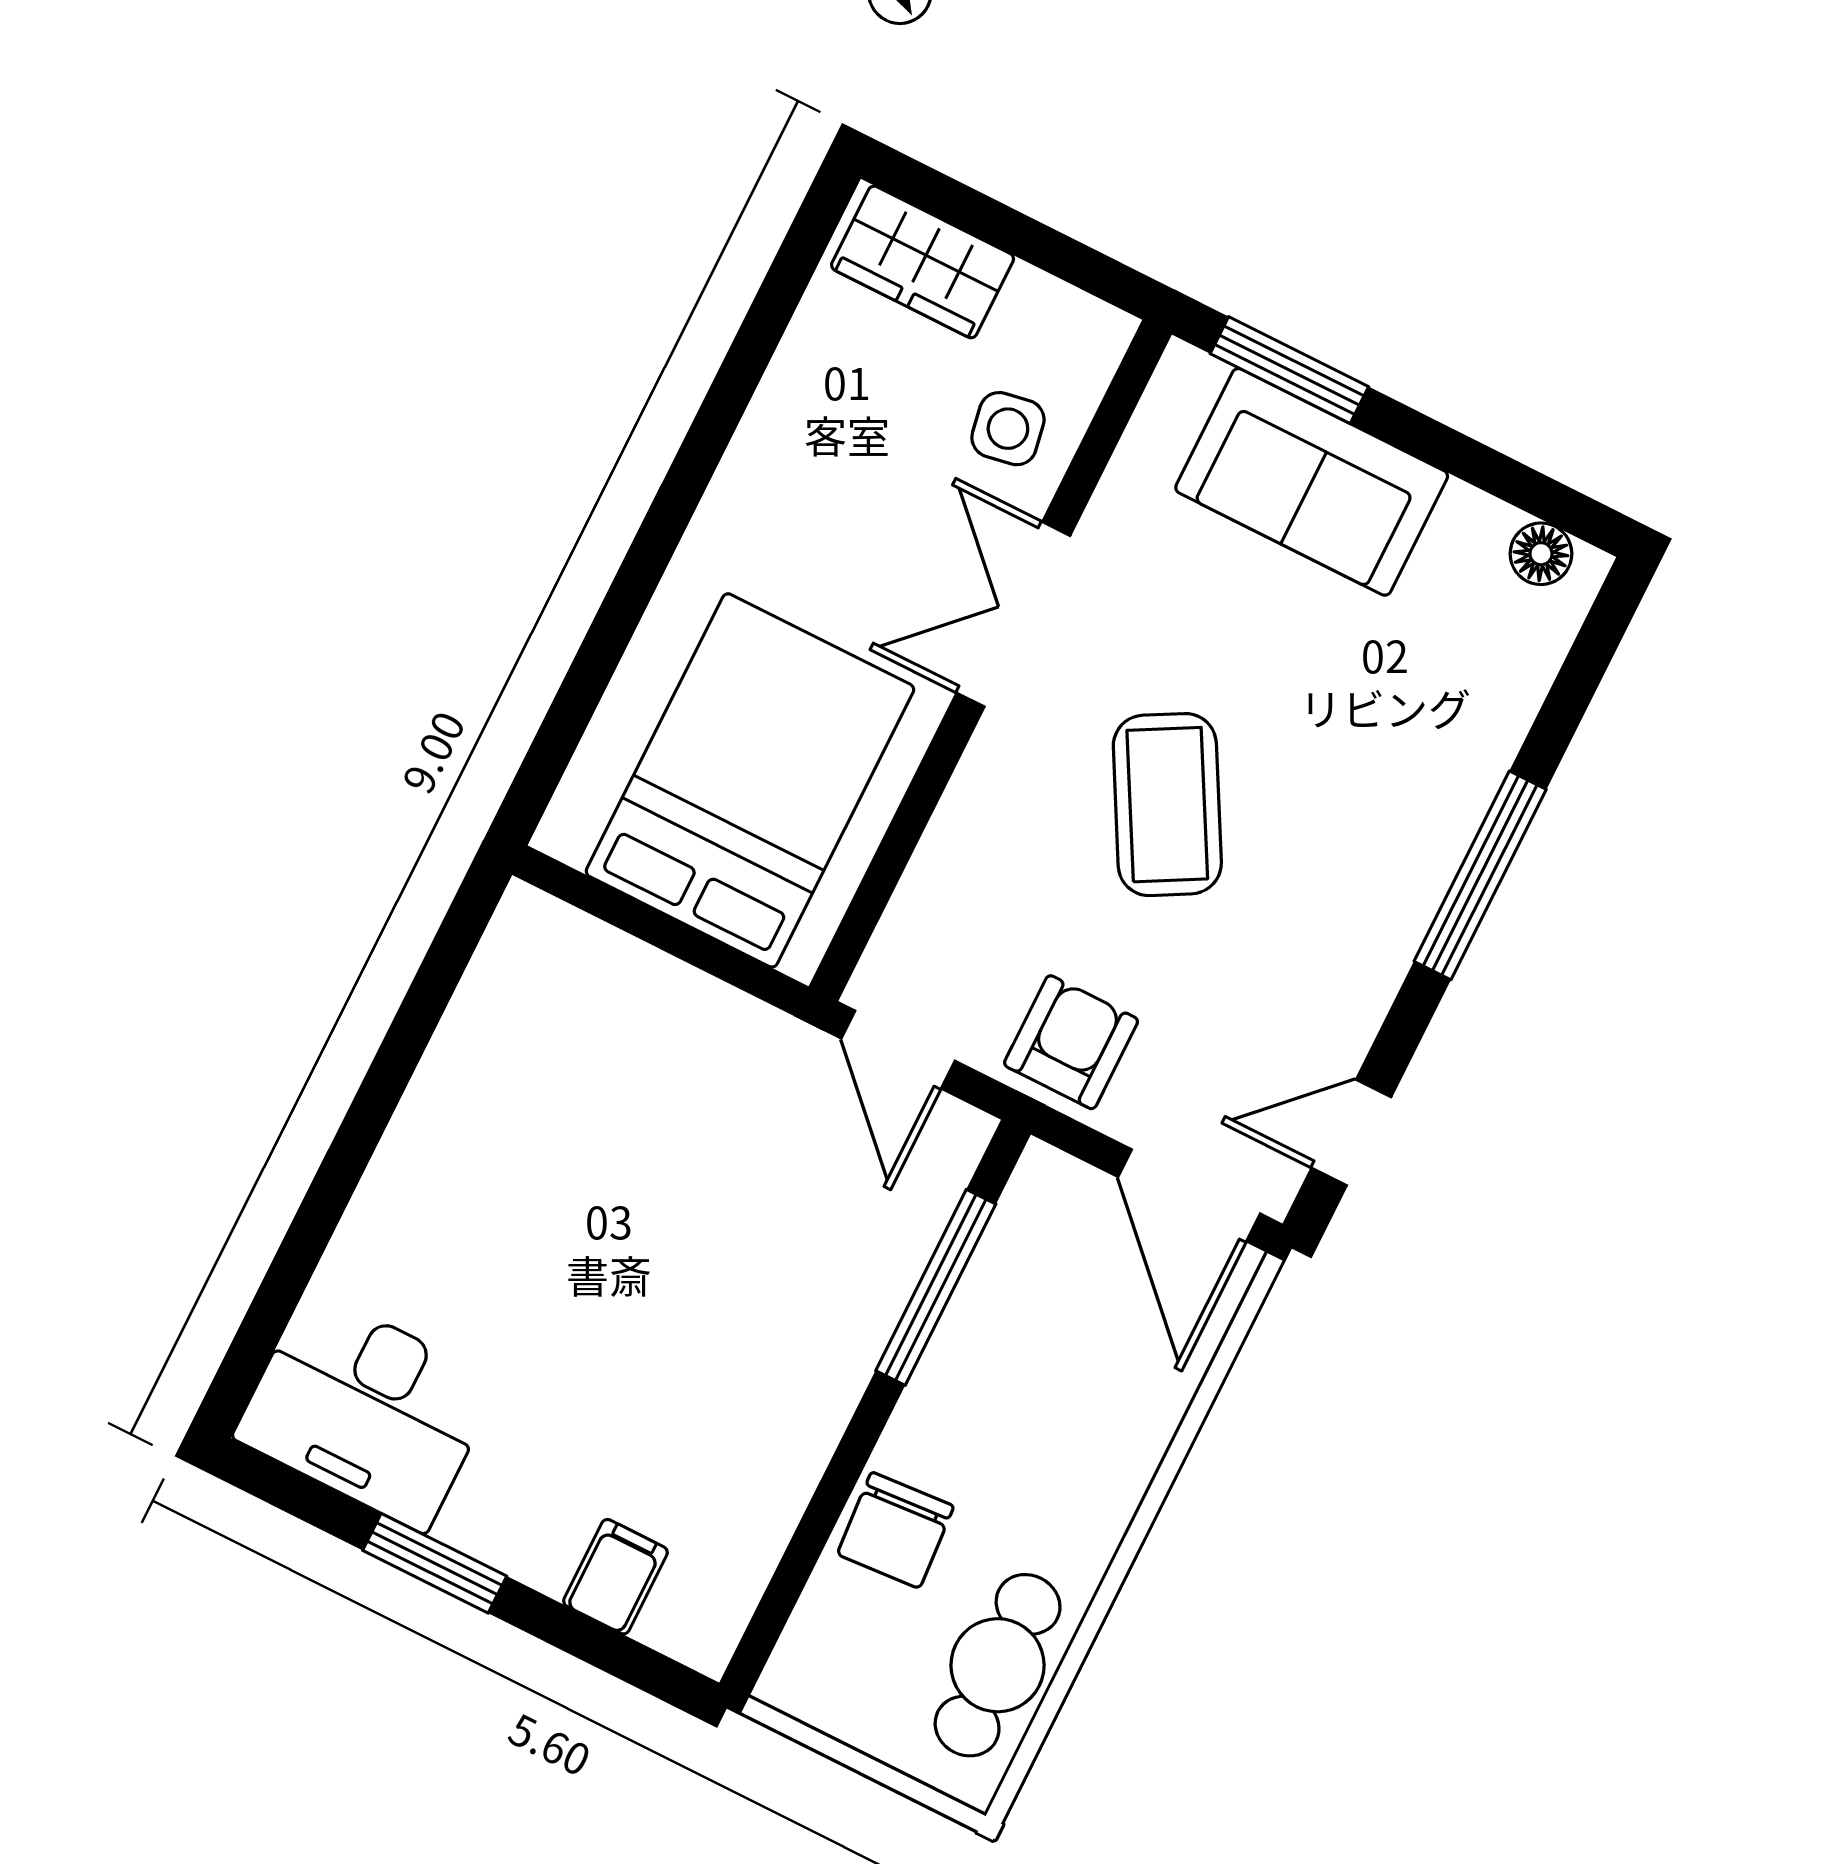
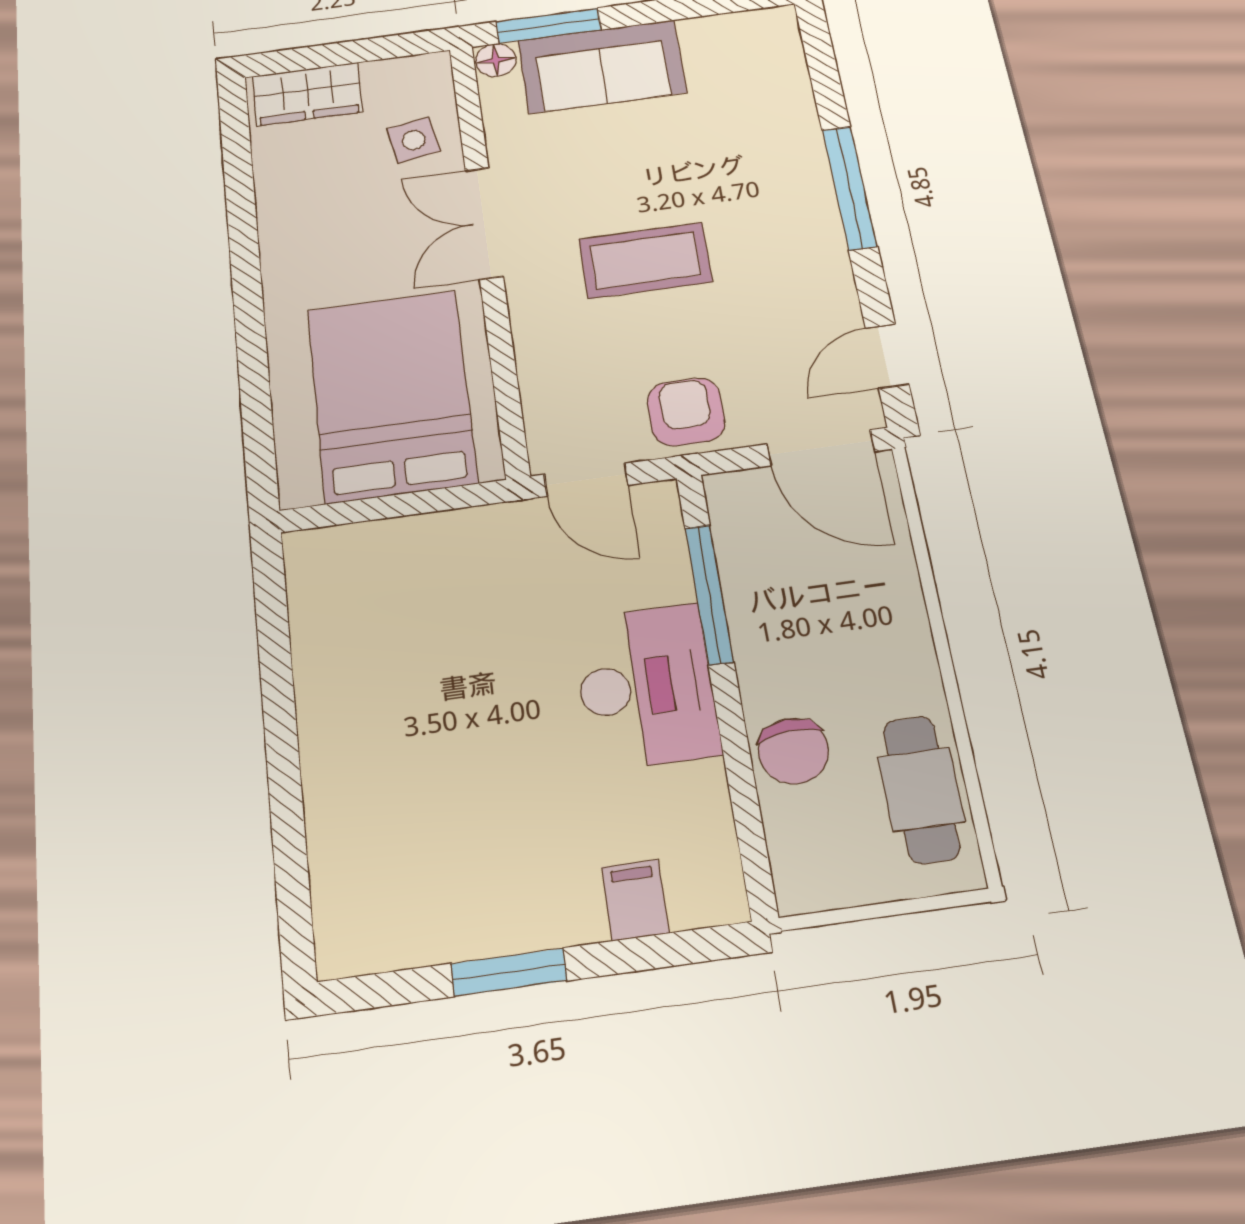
floor lamp: (1541, 554) -> (496, 60), moved
coffee table: (1167, 805) -> (645, 260), turned -61
desk: (367, 1410) -> (646, 686), moved, turned -90

